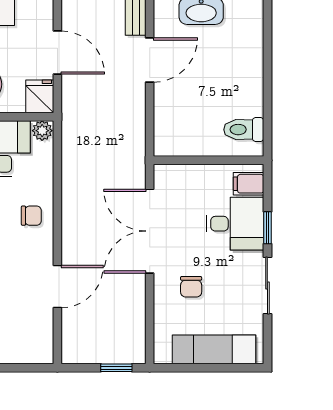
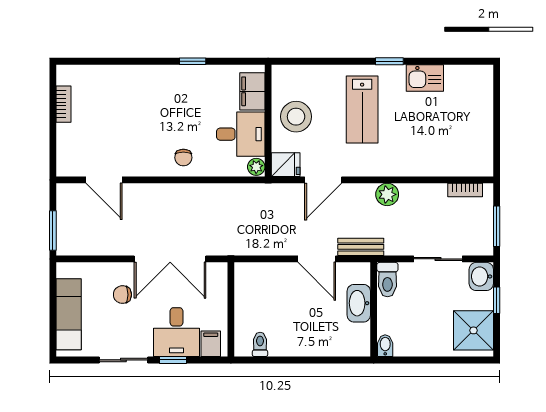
toilet: (244, 130) -> (260, 344), width x0.73, depth x0.72
double door: (150, 231) -> (170, 259), swing flipped
door: (57, 286) -> (104, 180), moved
window: (116, 368) -> (53, 230), width x1.50

